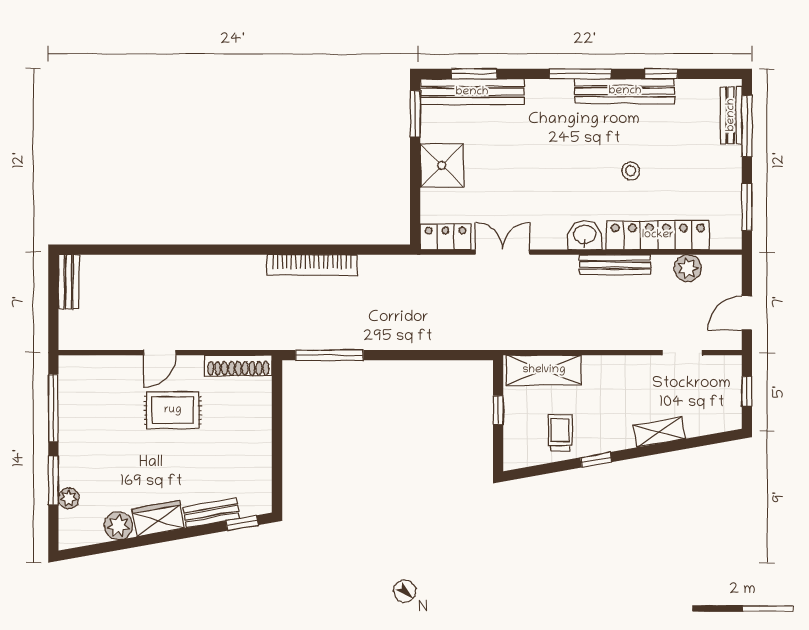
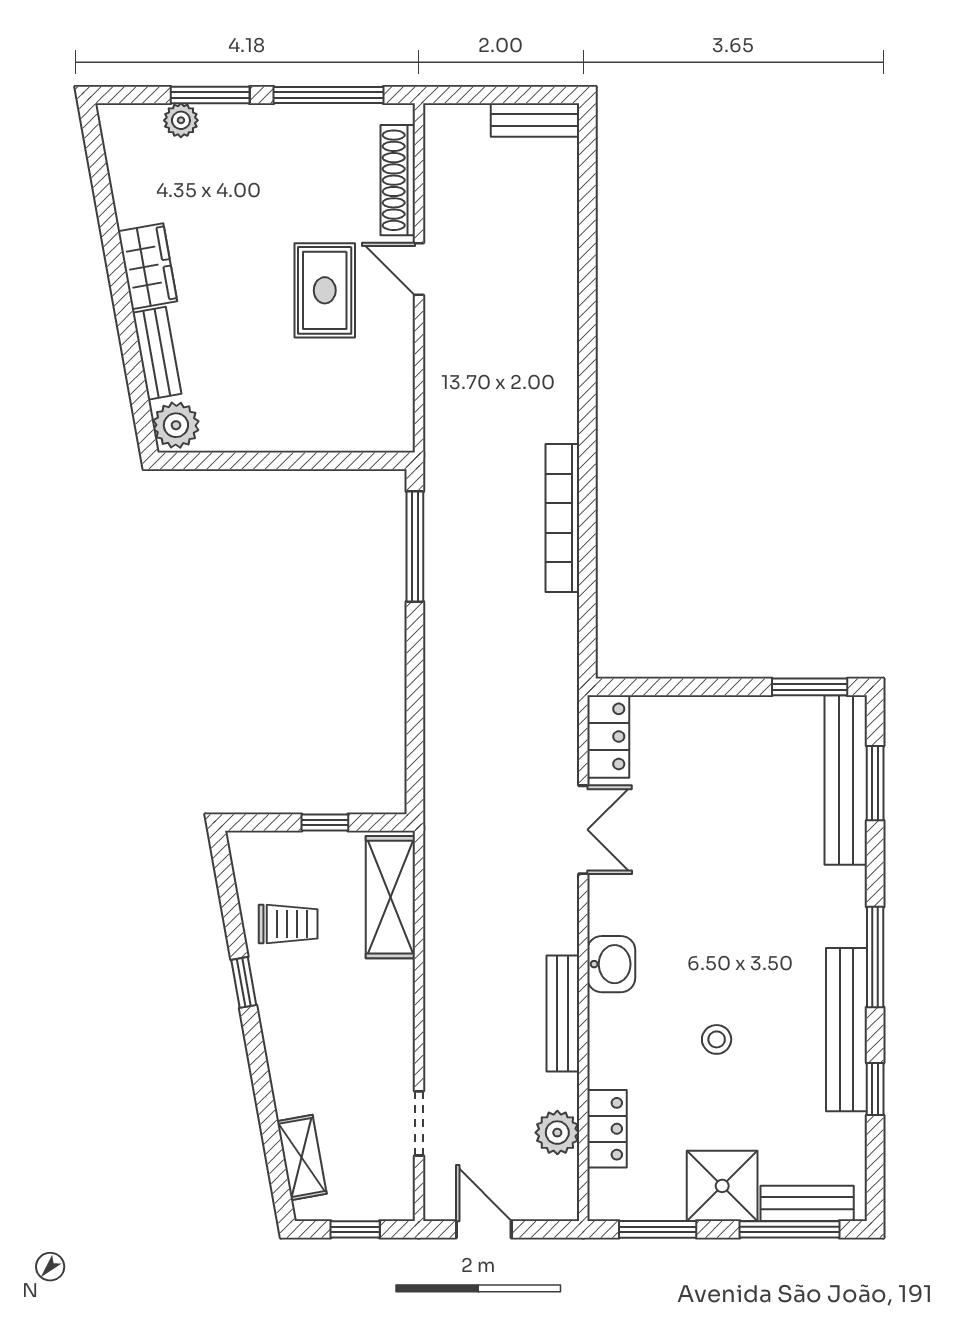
shower: (442, 165) -> (722, 1186), moved
locker: (658, 235) -> (607, 1129), width x0.46, depth x0.83
shoe rack: (238, 366) -> (398, 180), moved
shelving: (659, 432) -> (302, 1157), moved
window: (242, 523) -> (140, 404), removed
plant: (118, 526) -> (176, 425), moved

